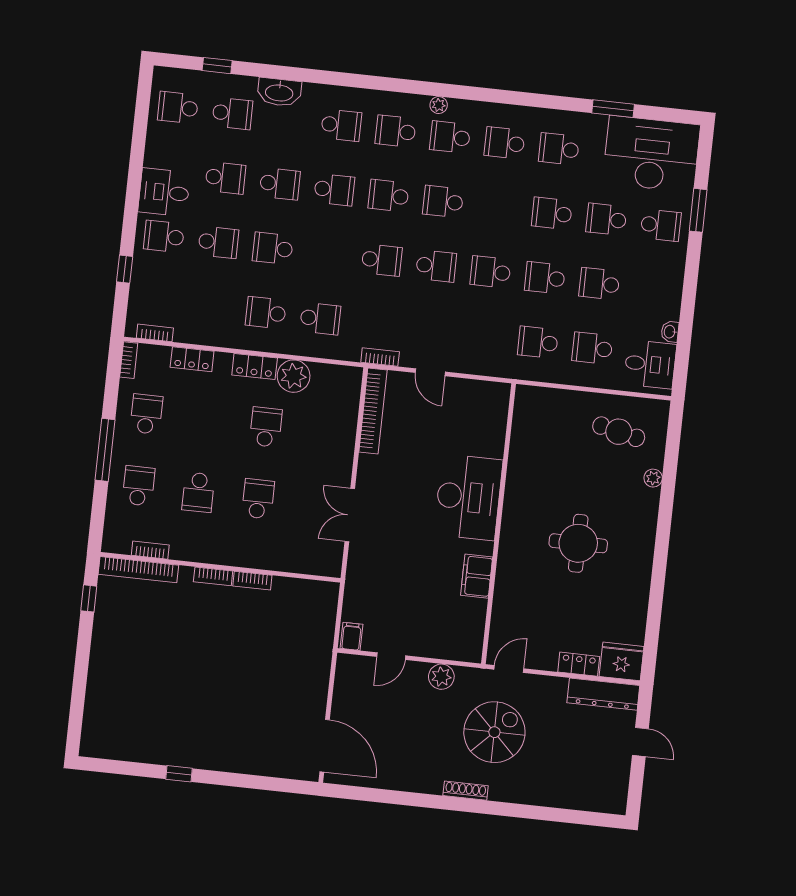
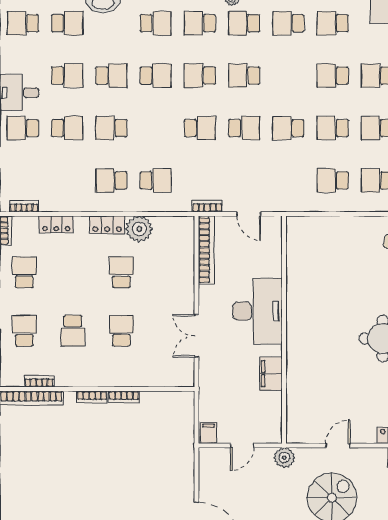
desk: (468, 497) -> (257, 311), moved
wall: (498, 524) -> (284, 330), moved
filing cabinet: (477, 576) -> (271, 374), moved

